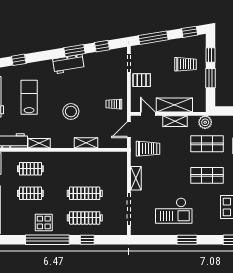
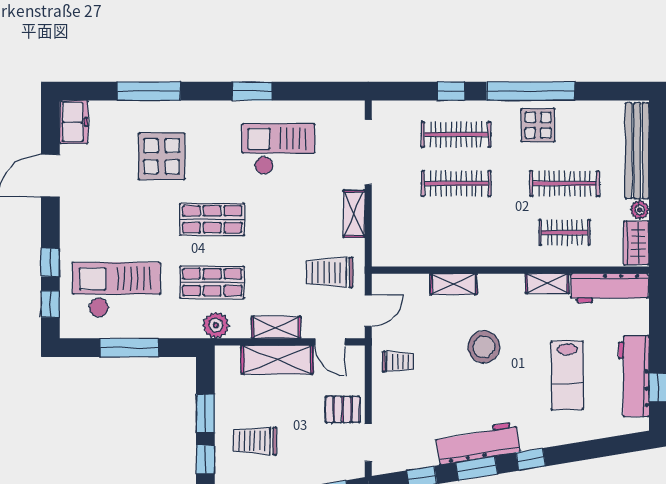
window: (19, 60) -> (531, 459), moved
workbench: (68, 64) -> (478, 443), width x1.38
clothes rail: (30, 193) -> (565, 183), width x1.36

